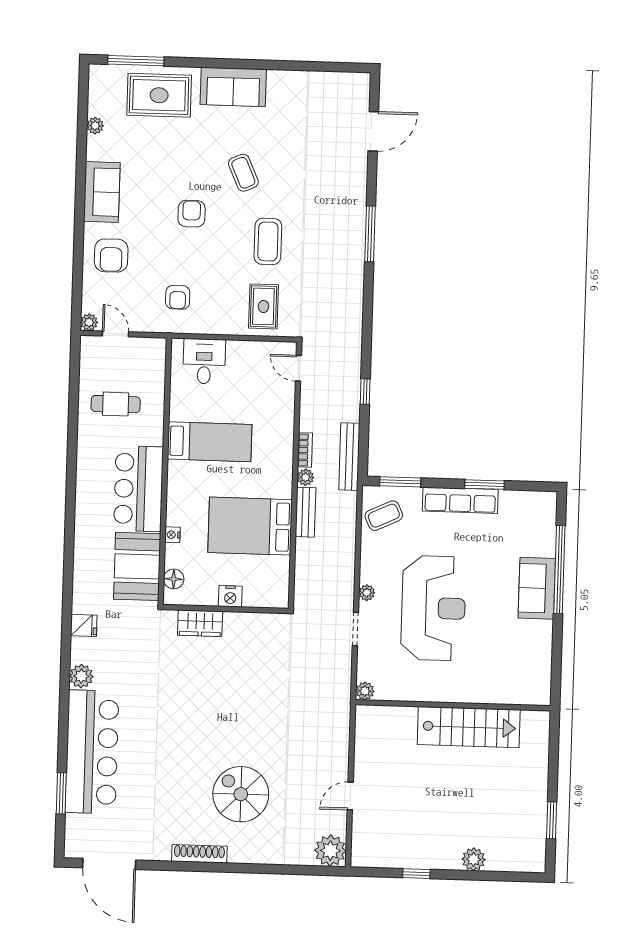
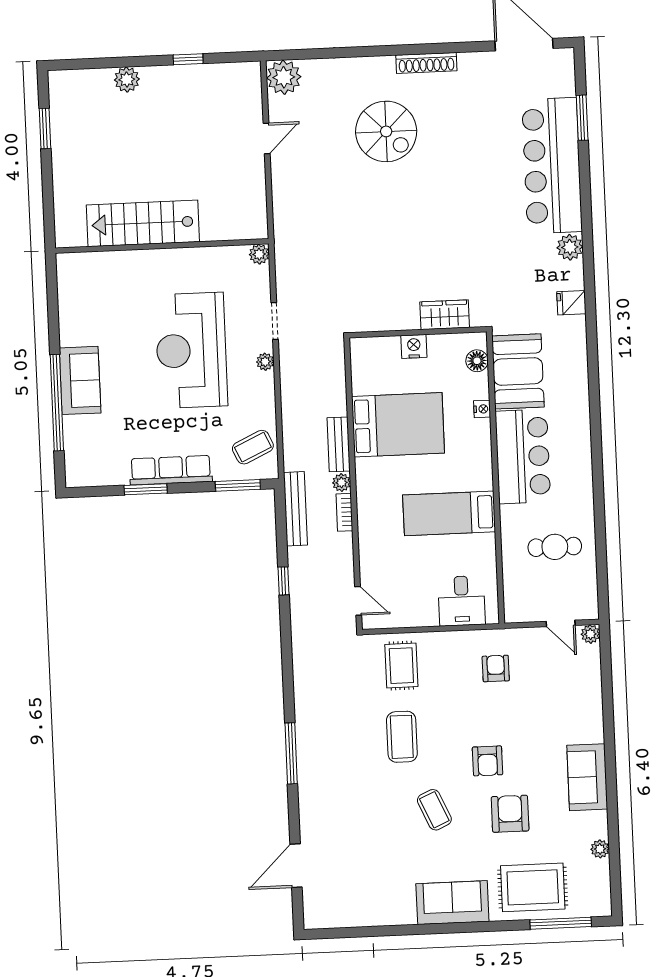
armchair: (111, 255) -> (510, 814), moved

